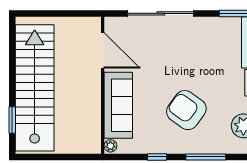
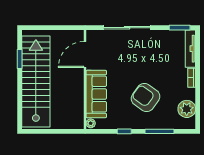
door: (103, 50) -> (85, 54), swing flipped
window: (12, 120) -> (20, 59), moved

